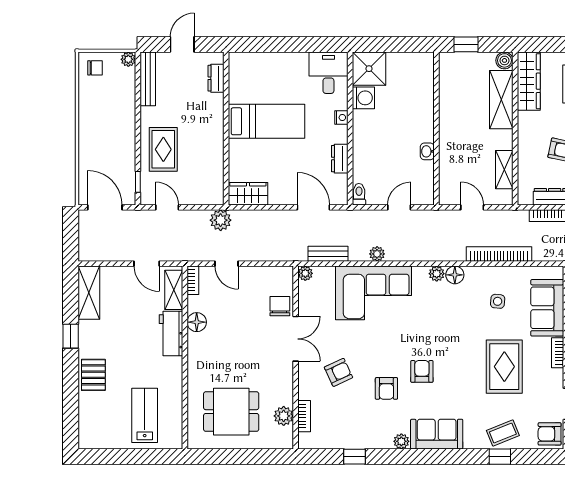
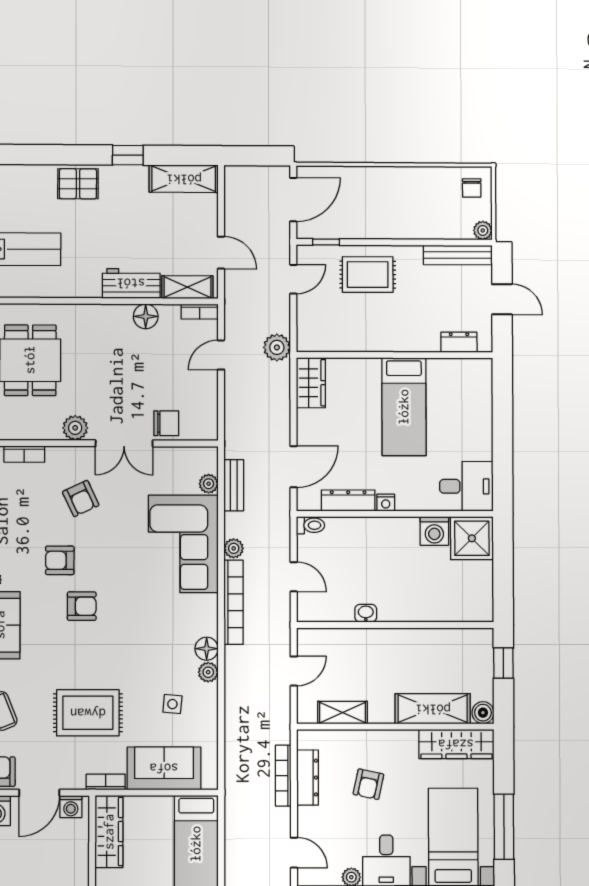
nightstand: (341, 118) -> (386, 503), moved
dresser: (340, 159) -> (348, 500), width x1.44
bookcase: (499, 254) -> (234, 602), moved
door: (147, 264) -> (221, 253), swing flipped
plant: (305, 273) -> (209, 484), moved
plant: (437, 274) -> (208, 672), moved
plant: (284, 416) -> (75, 428), moved

